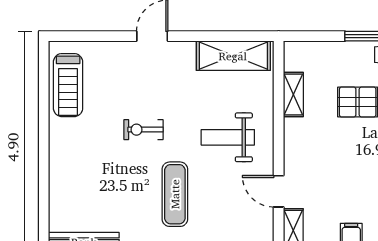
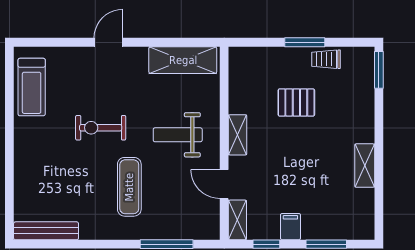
shelving: (293, 95) -> (238, 135), moved
exercise bike: (144, 130) -> (101, 128), width x1.38, depth x1.39

